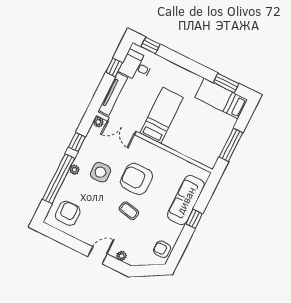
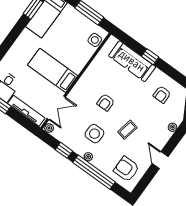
side table: (202, 156) -> (95, 40), added
armchair: (136, 179) -> (106, 102), width x0.53, depth x0.53
coffee table: (129, 211) -> (127, 130), moved
armchair: (162, 249) -> (162, 94), moved
door: (98, 255) -> (160, 160), moved

